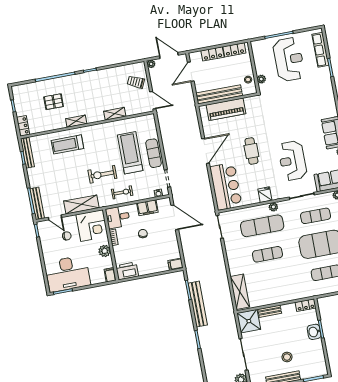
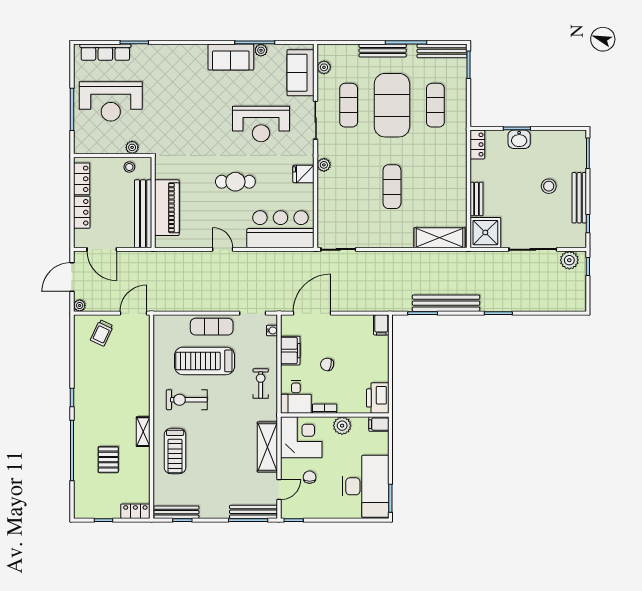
reception desk: (289, 59) -> (111, 101), turned 180
shelving: (115, 114) -> (143, 373), removed
door: (205, 151) -> (223, 249), width x0.53
exercise bike: (102, 174) -> (187, 400), moved, turned 90
exercise mat: (262, 226) -> (349, 187), removed

